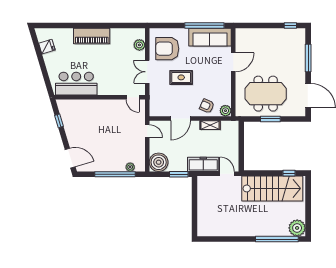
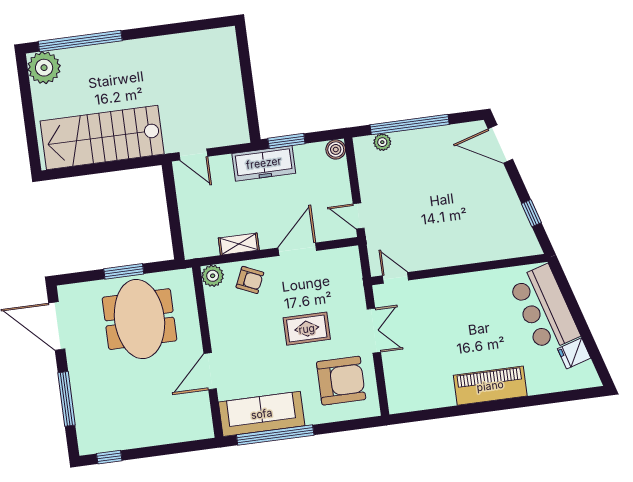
plant: (139, 45) -> (396, 381), removed
bar counter: (76, 84) -> (544, 309), moved, turned 73
meeting table: (266, 94) -> (139, 319), turned 90
boiler: (159, 162) -> (336, 149), width x0.54, depth x0.54
freezer: (203, 164) -> (264, 163), moved
window: (289, 173) -> (74, 171), removed

